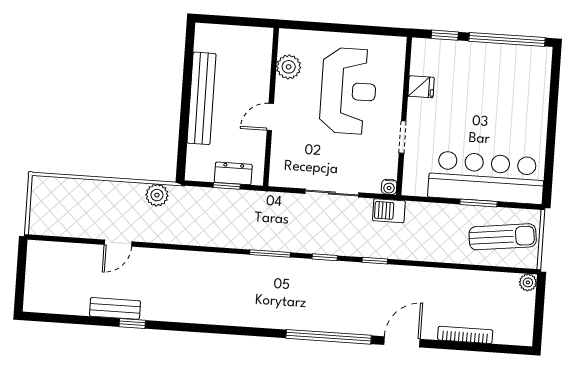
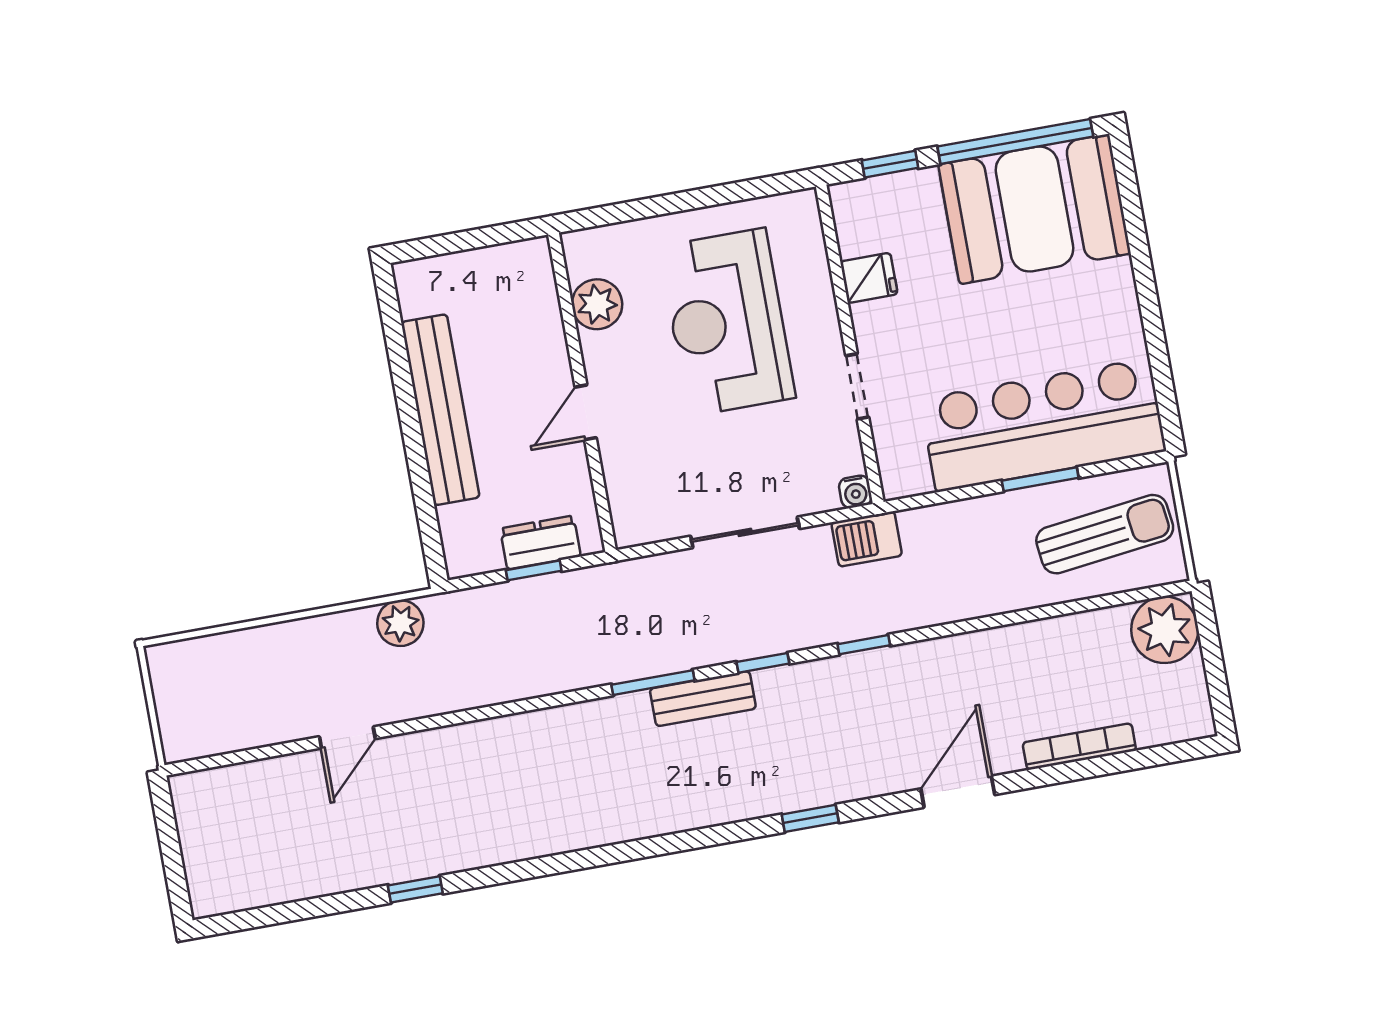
booth: (508, 74) -> (1035, 209), added
reception desk: (348, 91) -> (727, 322), turned 180
plant: (528, 282) -> (1165, 630), width x1.87, depth x1.87
bench: (115, 308) -> (703, 699), moved
window: (329, 337) -> (810, 818), width x0.32

